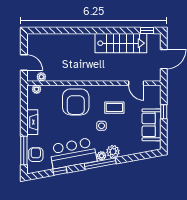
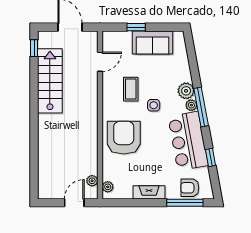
armchair: (76, 102) -> (124, 138), turned -90

